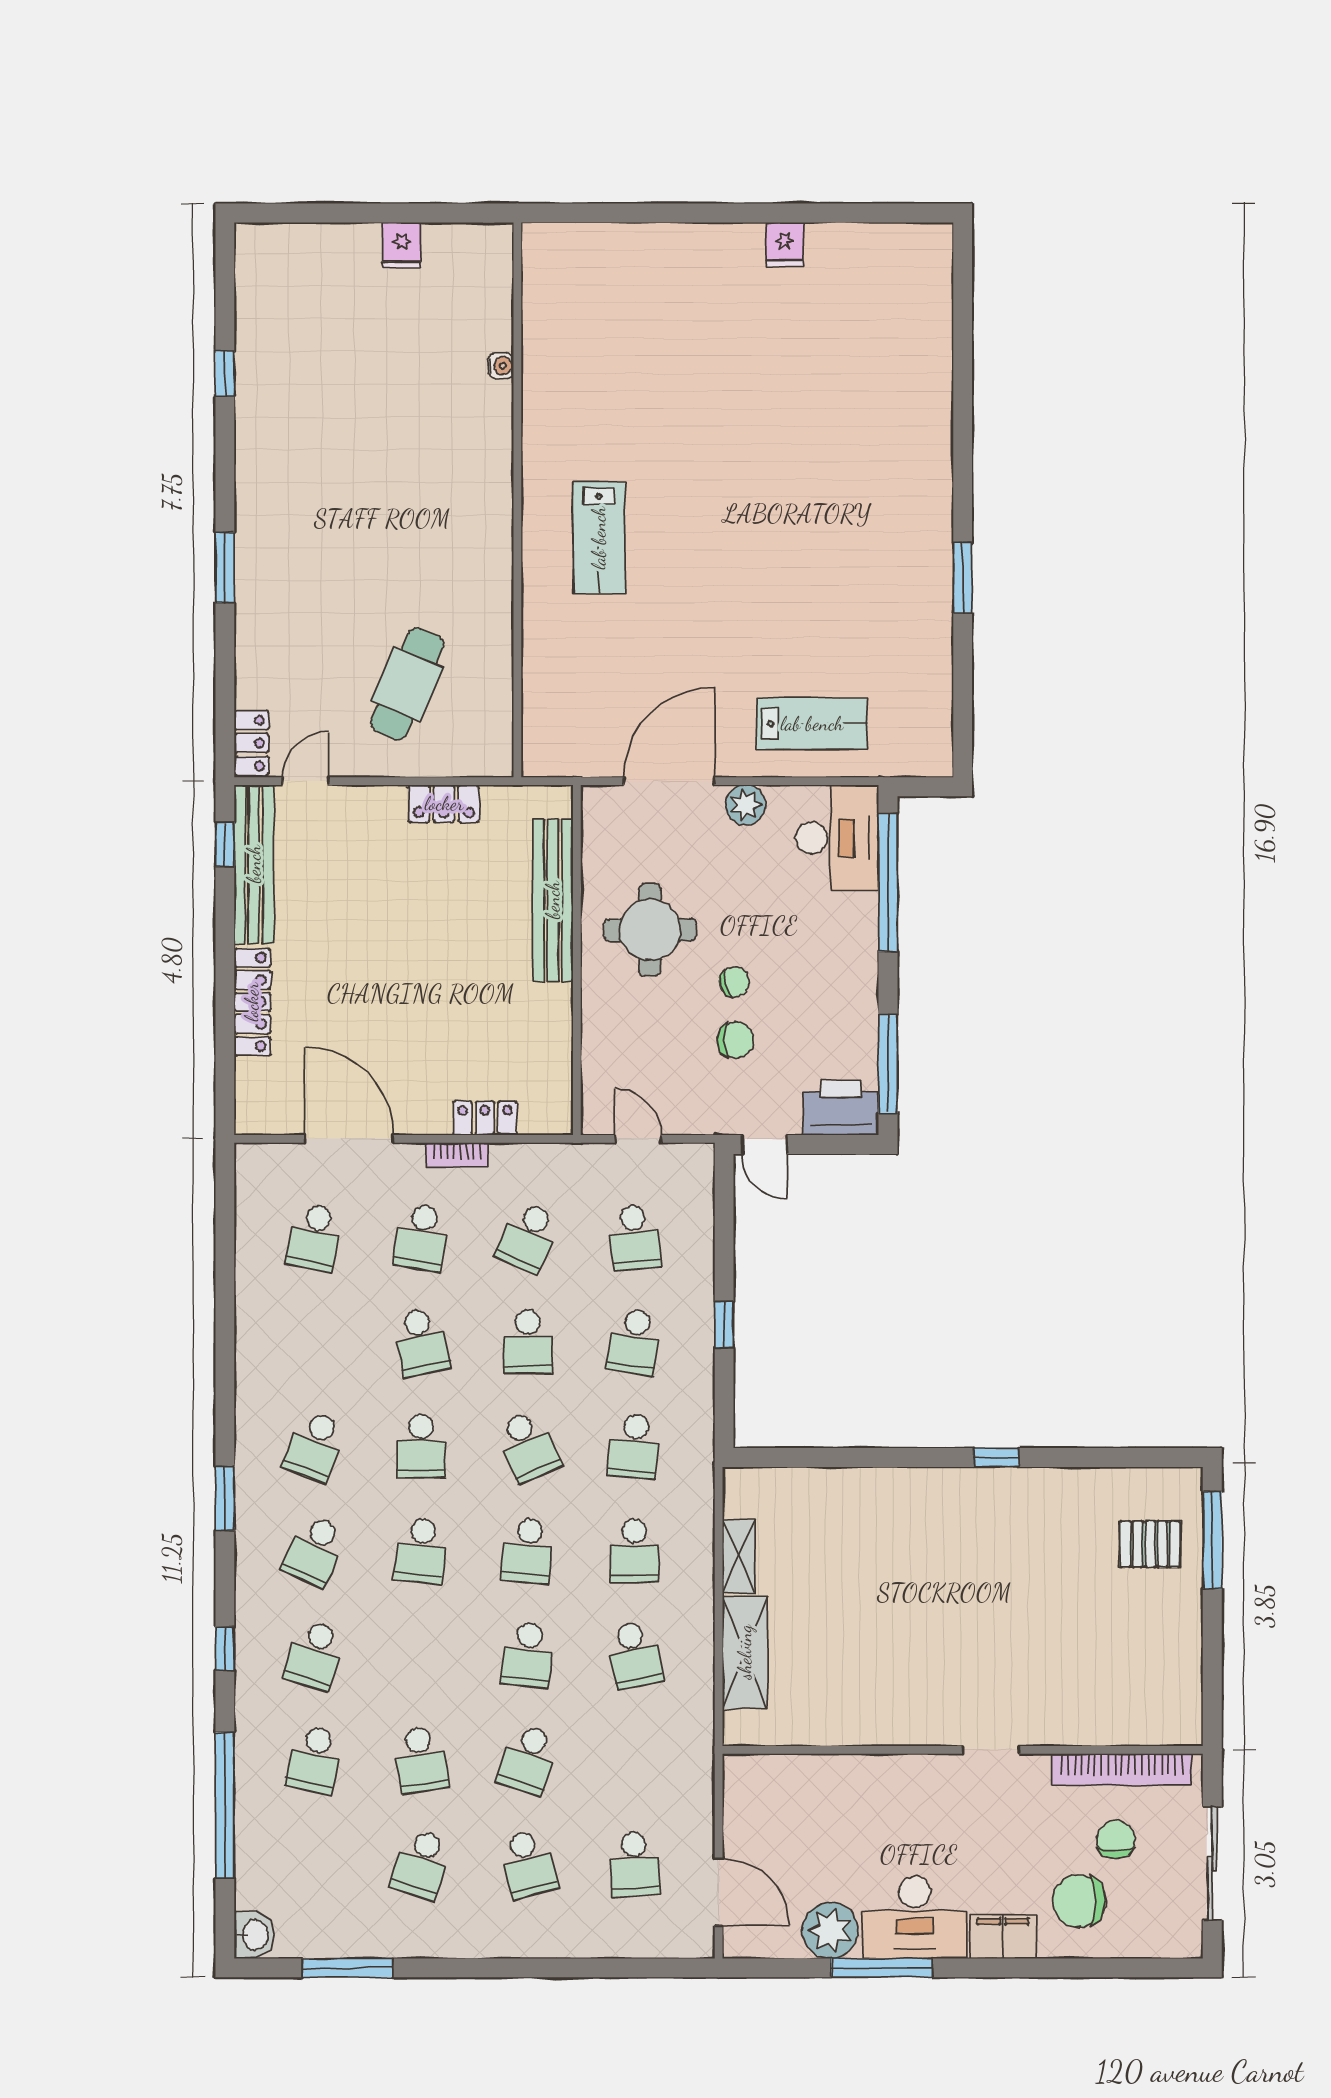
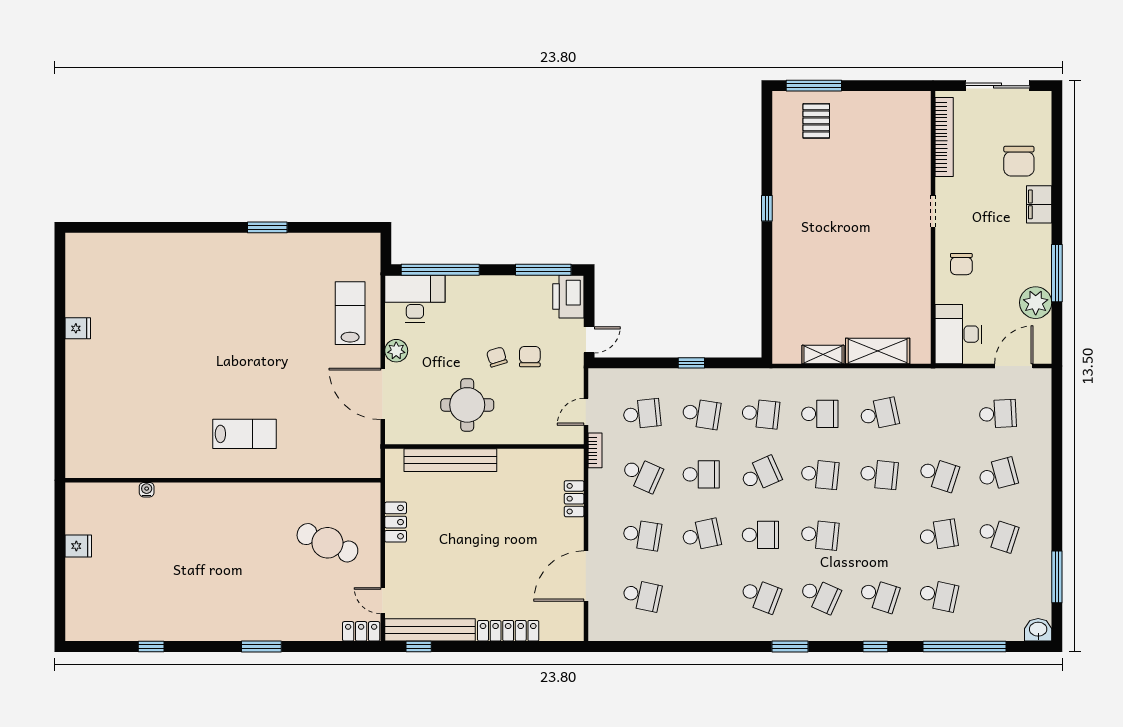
bookcase: (457, 1155) -> (595, 450), moved
chair: (1116, 1839) -> (961, 264), moved, turned -90
desk: (915, 1917) -> (959, 334), moved, turned 180

